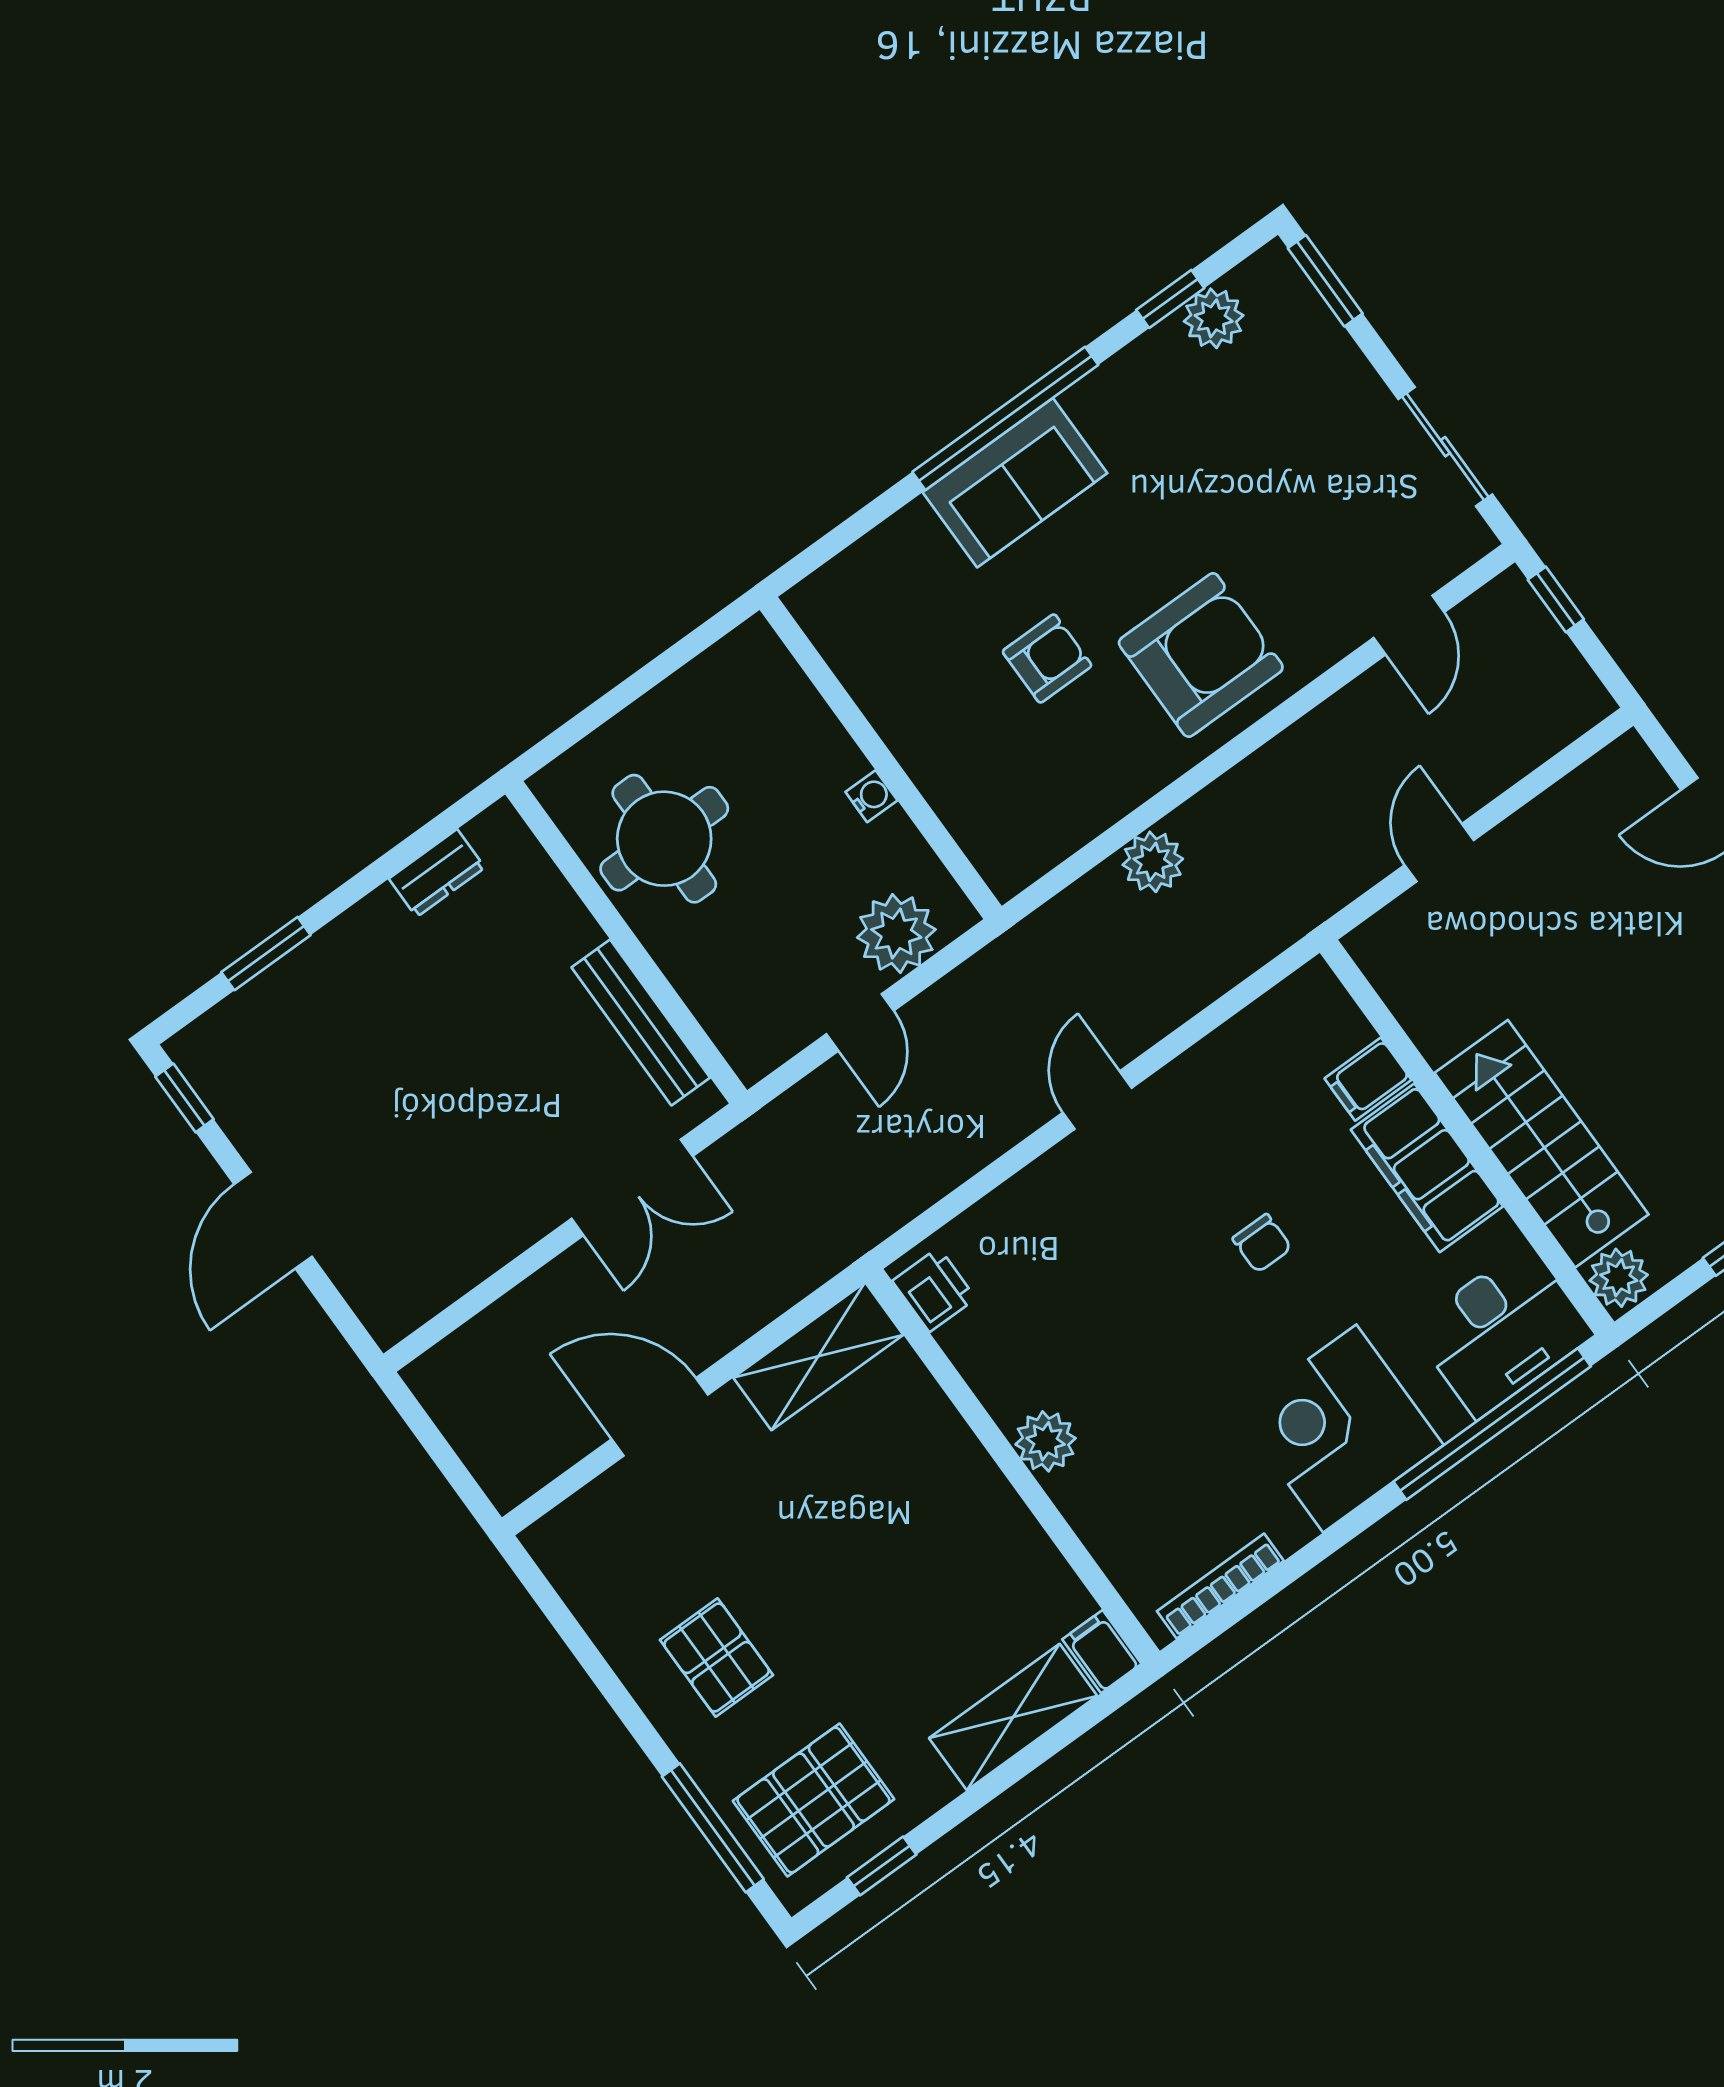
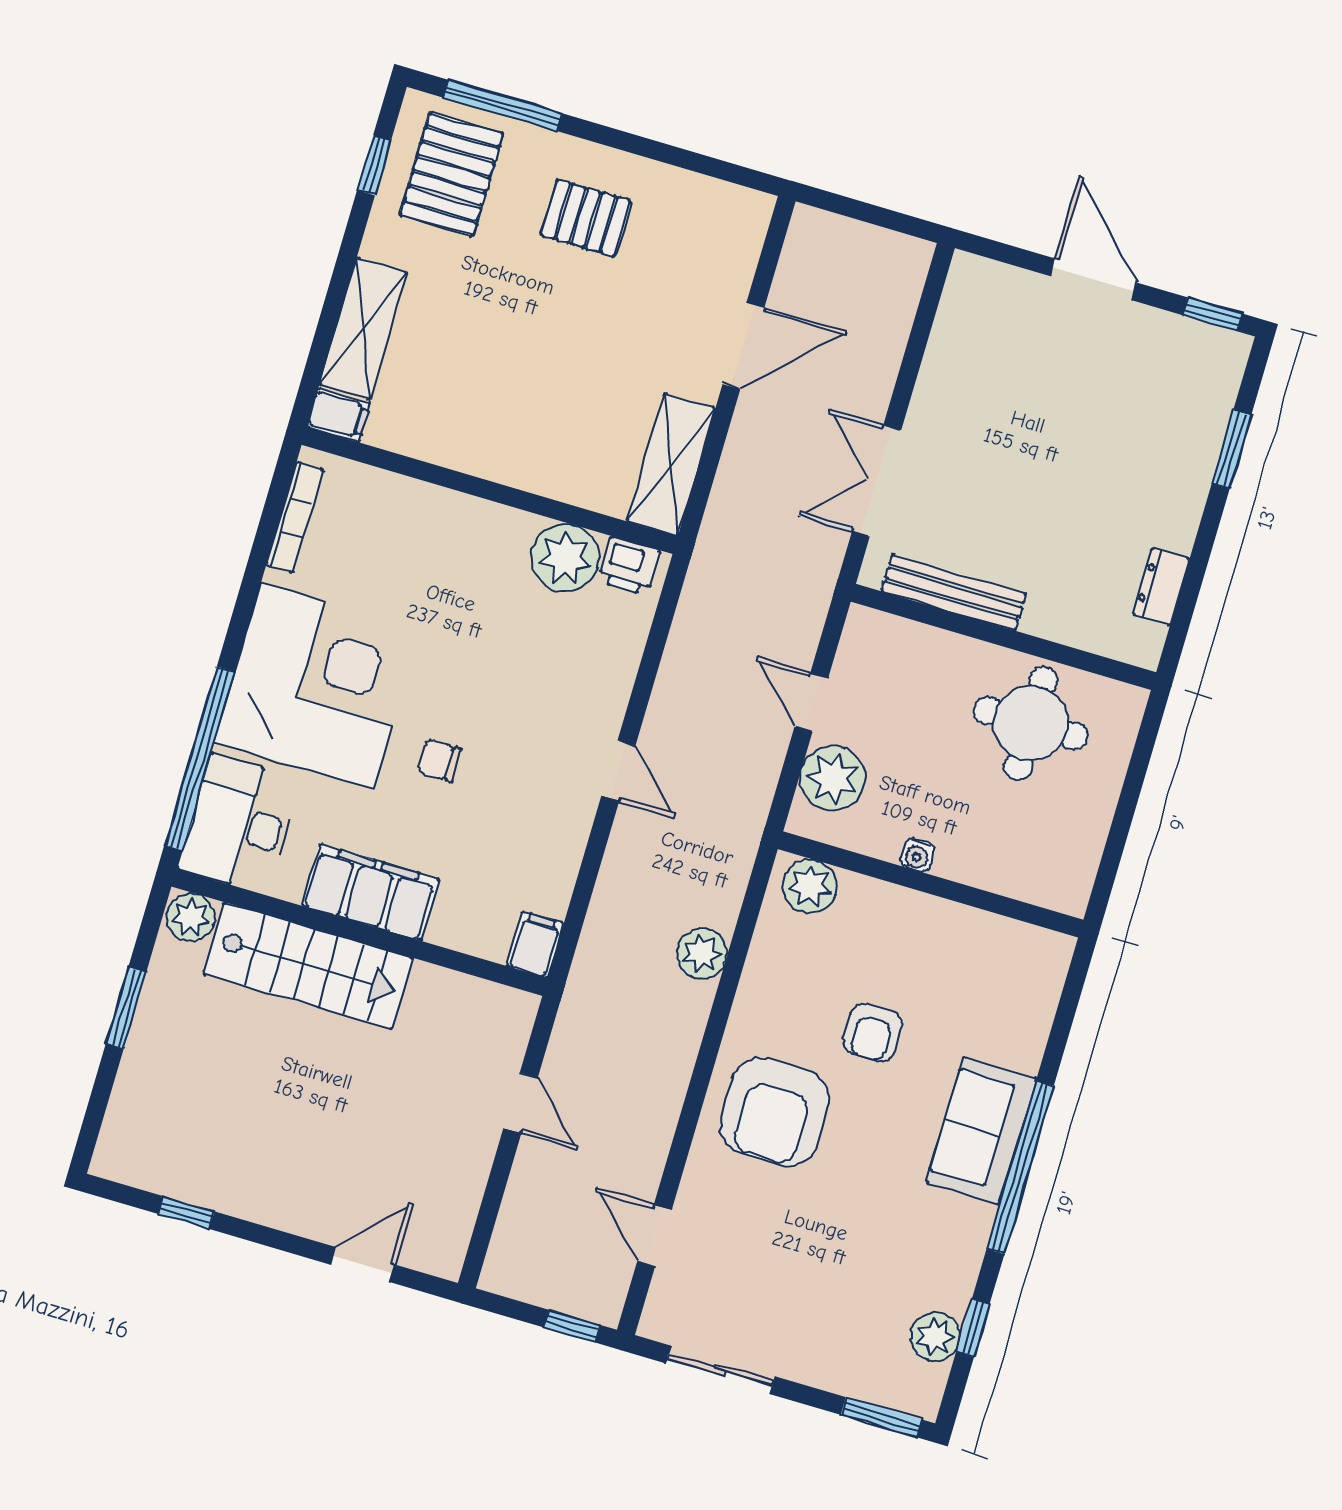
plant: (999, 846) -> (810, 886), added
filing cabinet: (1368, 1079) -> (535, 945), moved
corner desk: (1340, 1428) -> (317, 686), width x1.36, depth x1.36
plant: (1046, 1441) -> (565, 558), moved, width x1.36, depth x1.36

